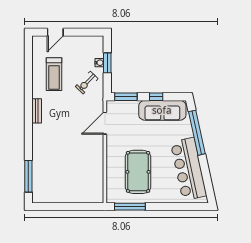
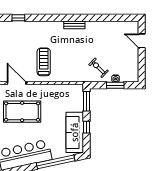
treadmill: (54, 74) -> (44, 62), moved, turned 90
door: (105, 123) -> (17, 83), moved
window: (28, 176) -> (18, 18), width x0.46

